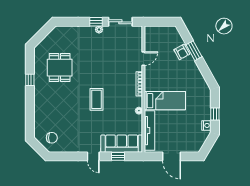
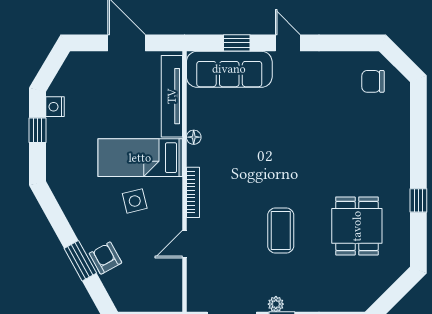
side table: (168, 80) -> (135, 201), added
coffee table: (96, 99) -> (281, 230), moved

